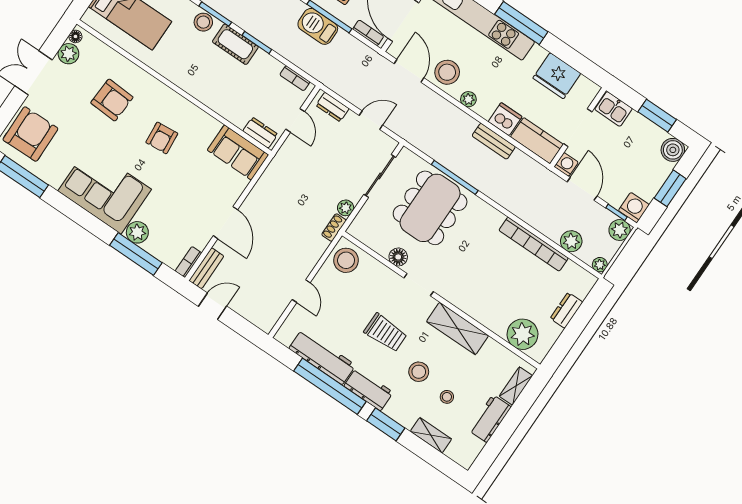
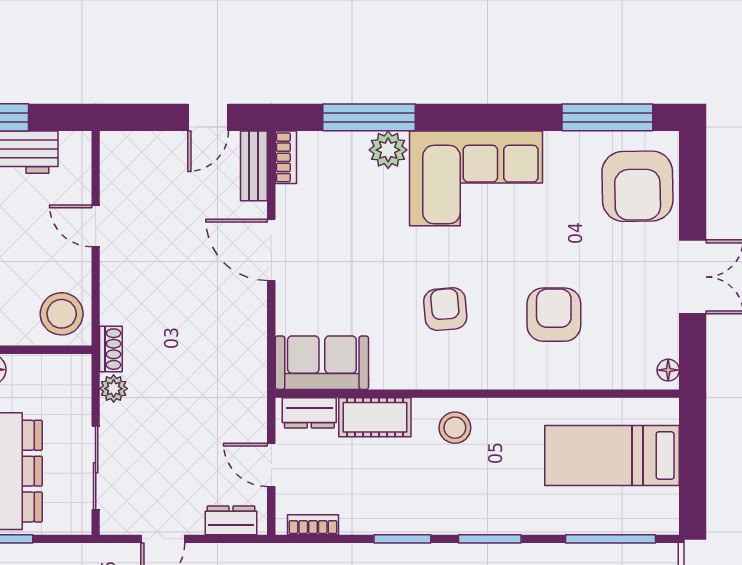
stool: (203, 22) -> (455, 428), moved
cot: (235, 44) -> (375, 417), moved
plant: (68, 54) -> (661, 339), removed
armchair: (112, 100) -> (554, 315), turned 87

